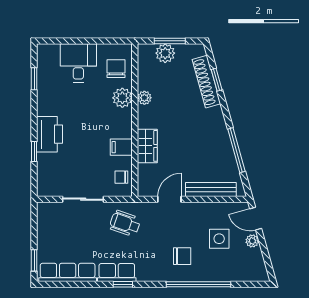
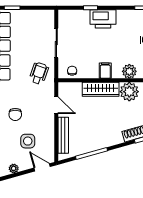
plant: (144, 98) -> (129, 92), width x1.88, depth x1.88
wardrobe: (147, 146) -> (101, 89), width x1.50
filing cabinet: (121, 147) -> (105, 71), moved
door: (256, 219) -> (42, 167), hinge flipped
plant: (252, 241) -> (14, 168), moved

